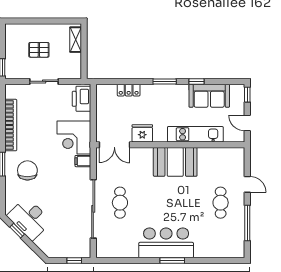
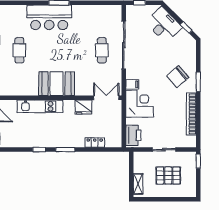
pallet: (39, 50) -> (168, 176), width x1.50, depth x1.42
sofa: (209, 96) -> (29, 138), removed
chair: (27, 170) -> (178, 77), turned 49
desk: (29, 219) -> (164, 25), moved
bar counter: (166, 243) -> (49, 17), moved

